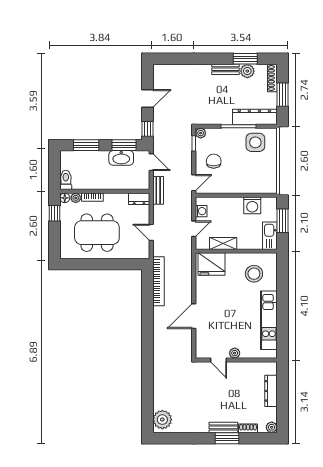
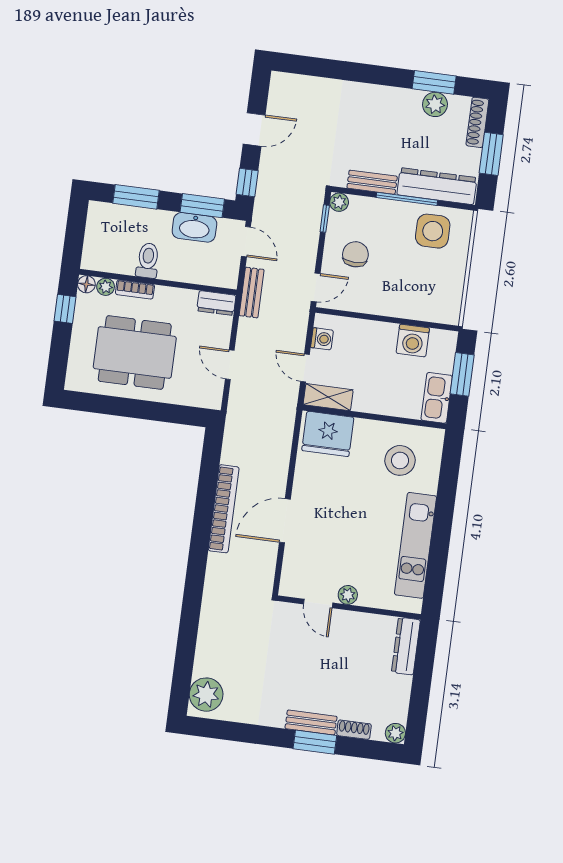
bench: (226, 69) -> (372, 182), moved
toilet: (66, 180) -> (148, 260), moved
door: (194, 229) -> (305, 368), swing flipped
shelving: (223, 243) -> (328, 397), moved
bookcase: (158, 281) -> (224, 509), moved
dresser: (271, 391) -> (406, 646), moved

